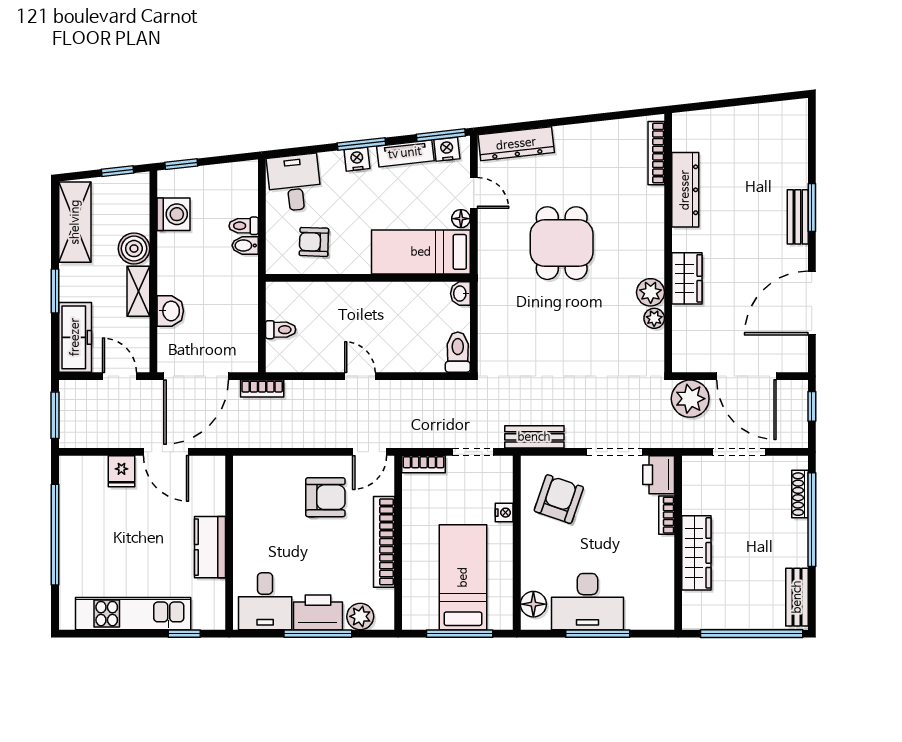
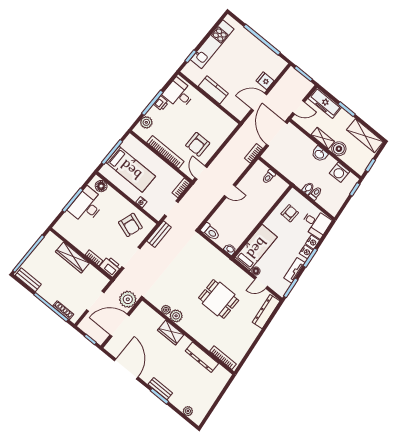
plant: (797, 138) -> (188, 411), added
nightstand: (447, 149) -> (312, 242), moved
washbasin: (170, 311) -> (320, 154), moved
printer: (318, 612) -> (161, 103), width x0.53, depth x0.68

